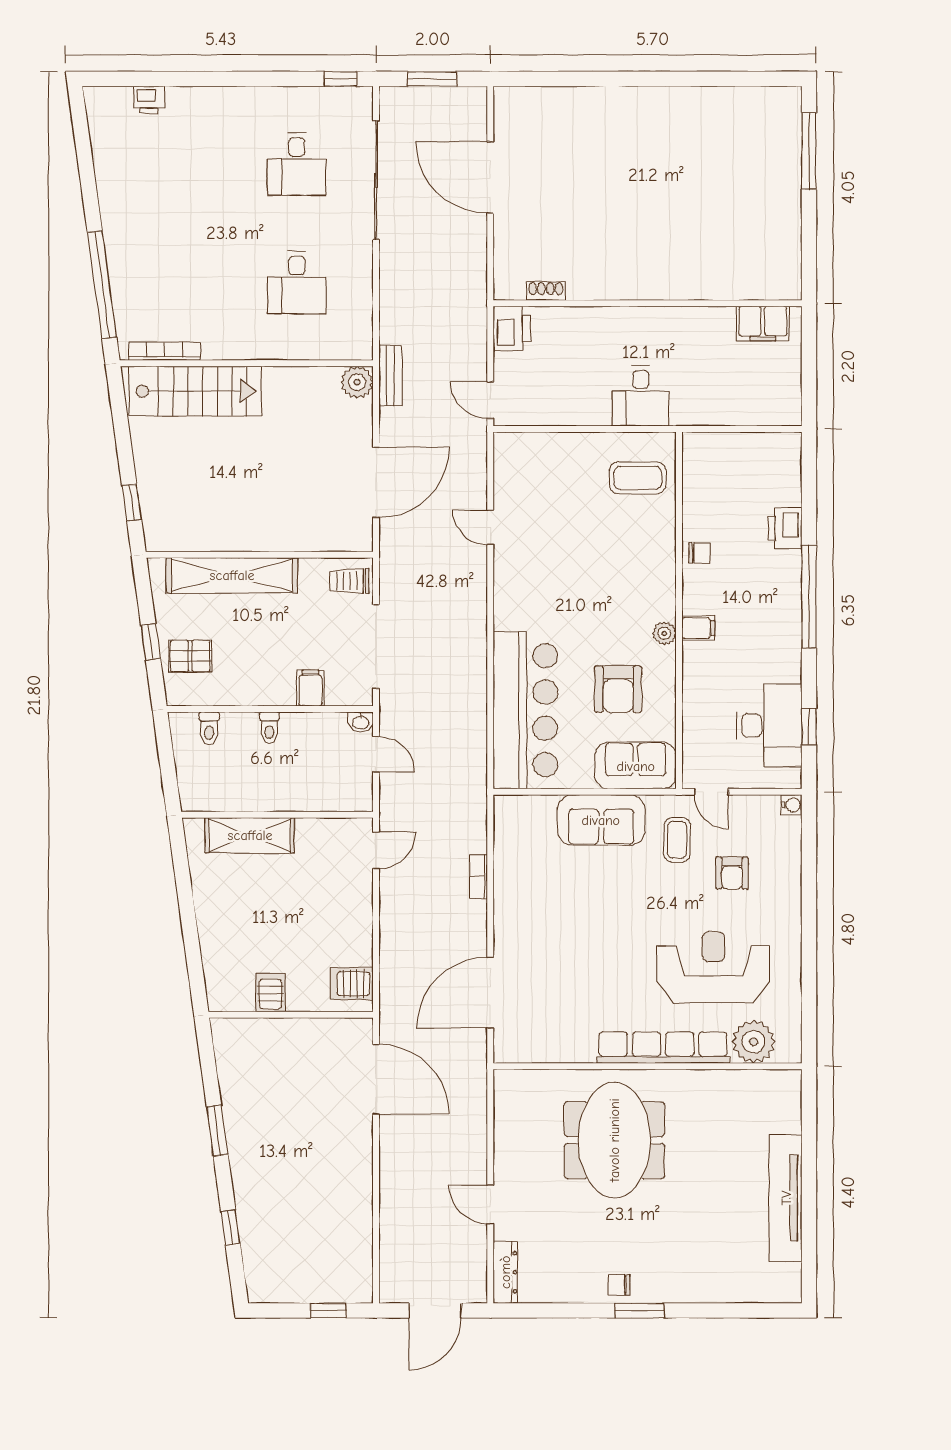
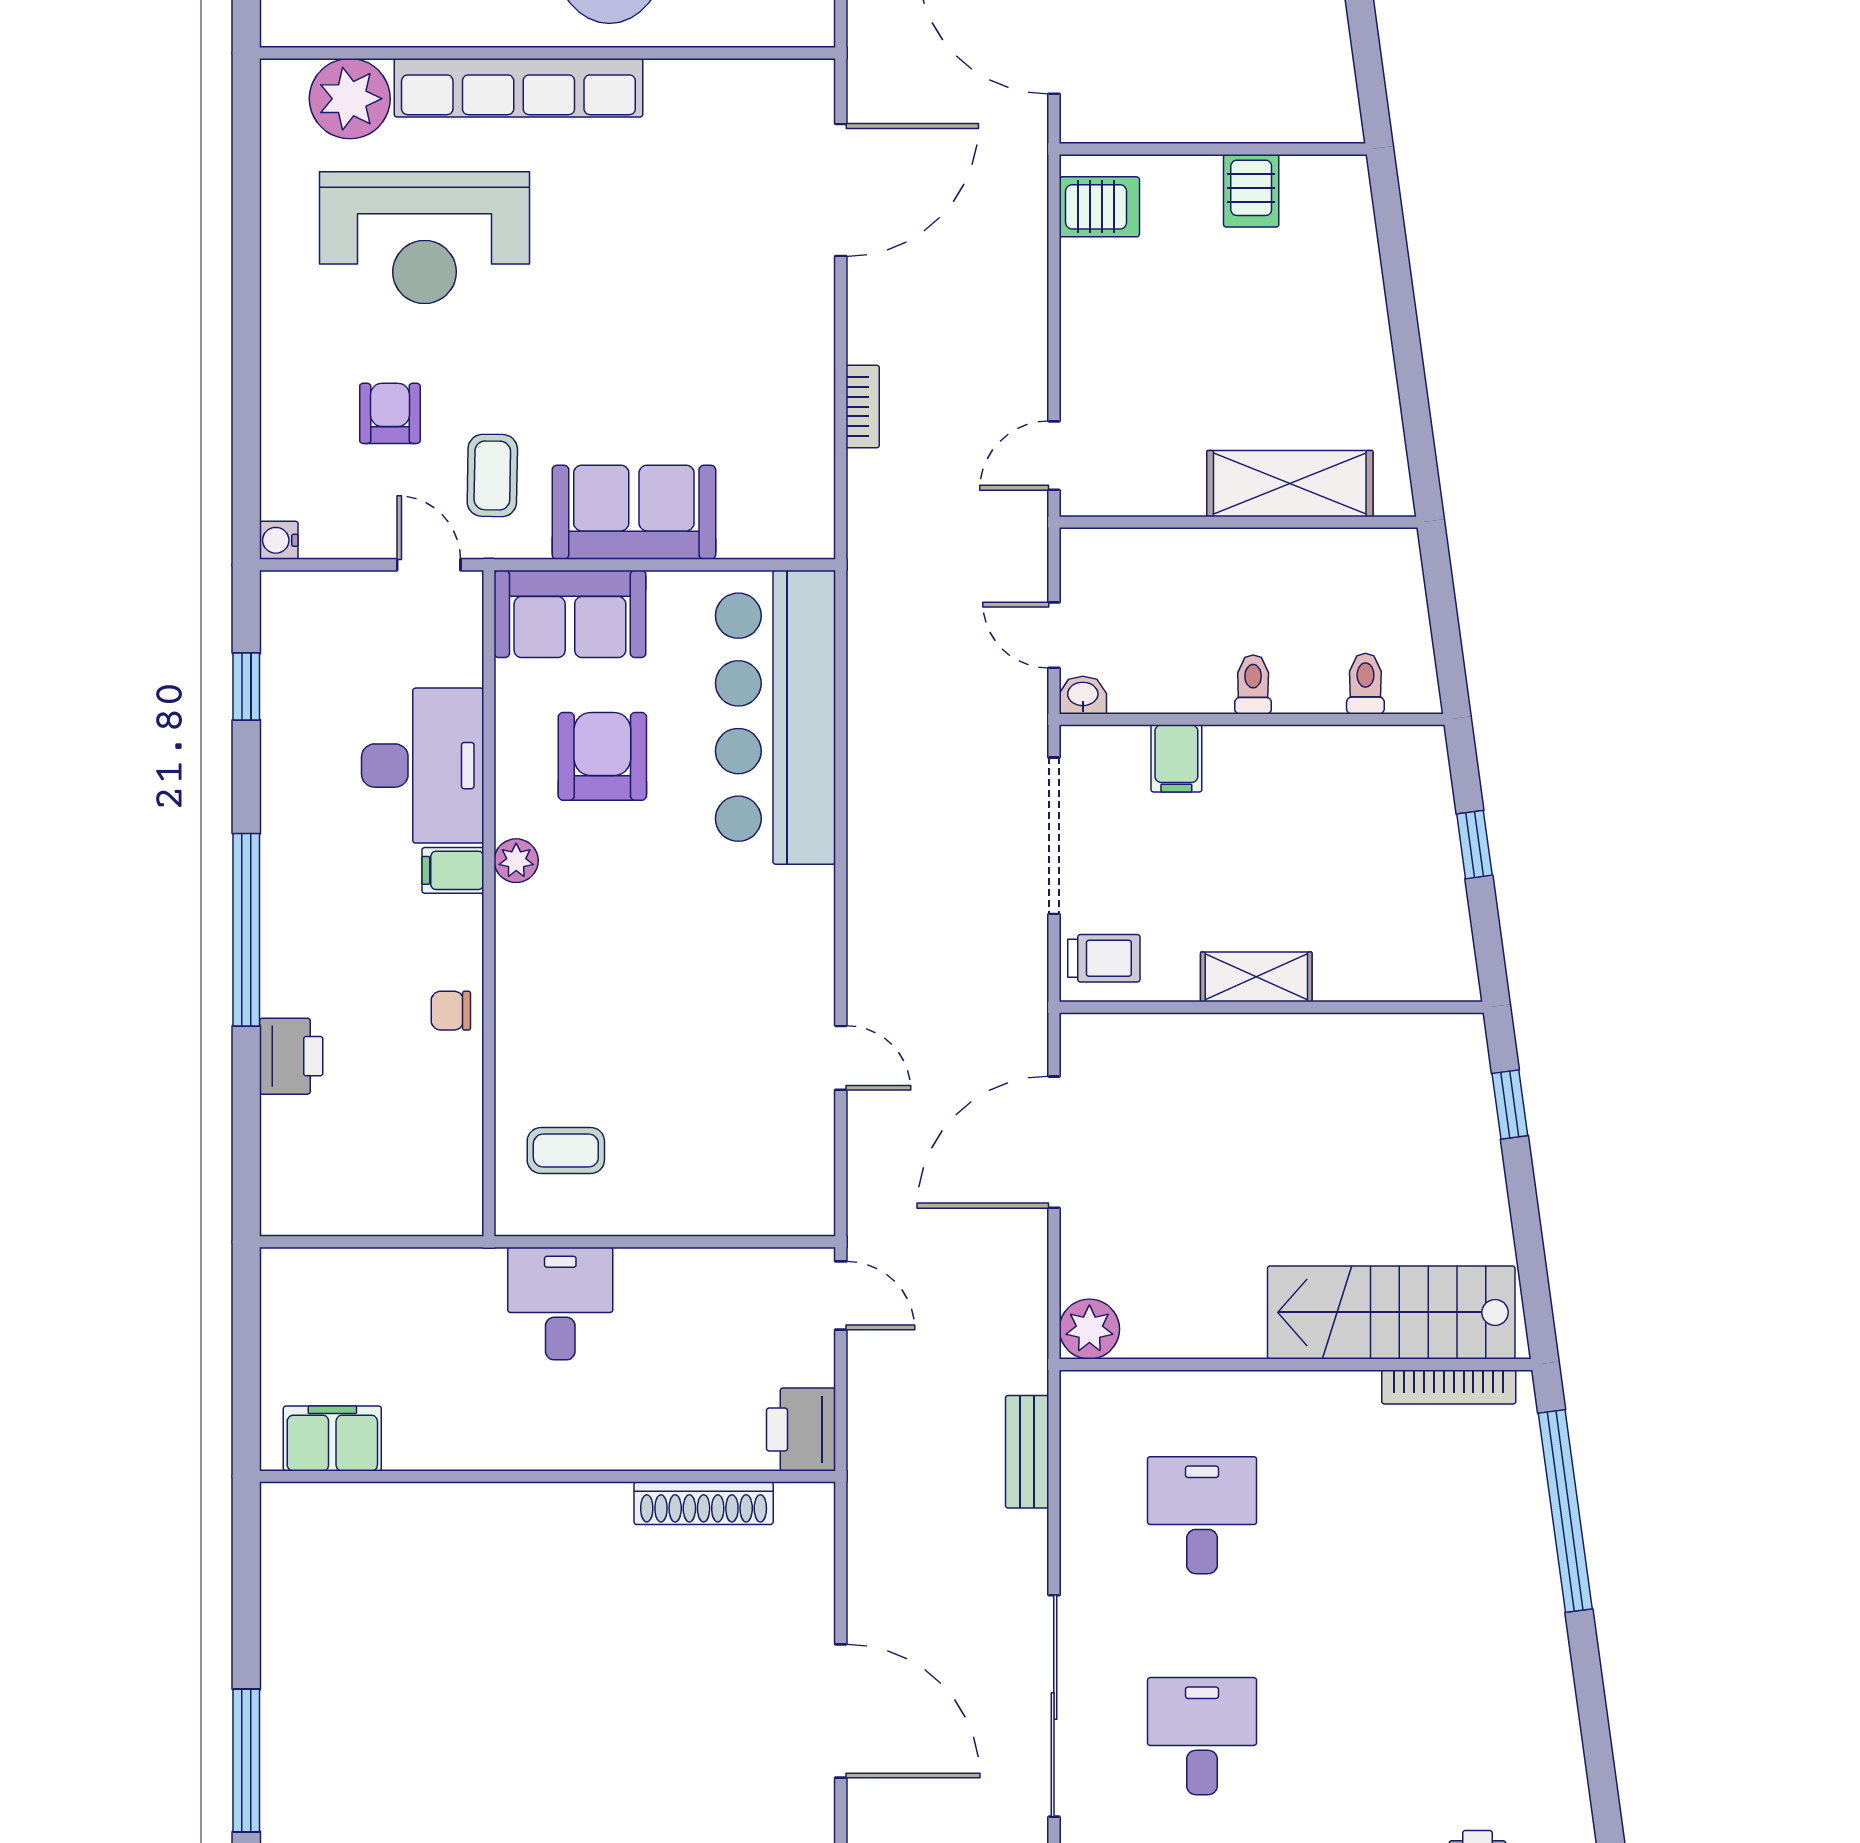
shoe rack: (546, 291) -> (704, 1503), width x1.94, depth x1.24
bench: (390, 376) -> (1027, 1452), moved
coffee table: (638, 478) -> (566, 1151), width x0.73, depth x0.77
shelving: (232, 575) -> (1256, 977), width x0.45, depth x0.75
pallet: (190, 656) -> (1401, 818), removed
desk: (769, 725) -> (423, 766), moved, turned 180

